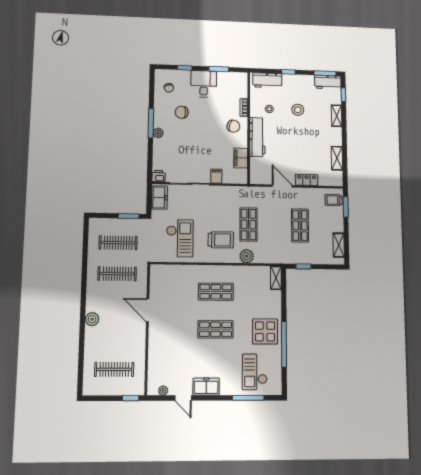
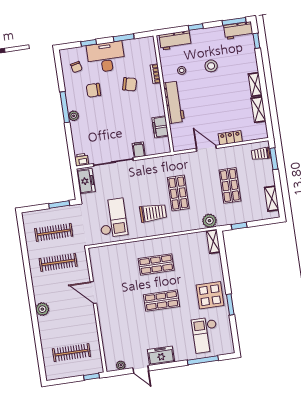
desk: (204, 84) -> (106, 57), width x1.37
shelving: (337, 116) -> (255, 85), moved
chair: (233, 126) -> (130, 84), moved
plant: (247, 256) -> (209, 221), moved
window: (284, 344) -> (230, 305), width x0.47

